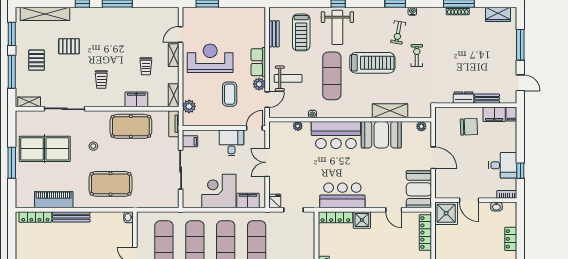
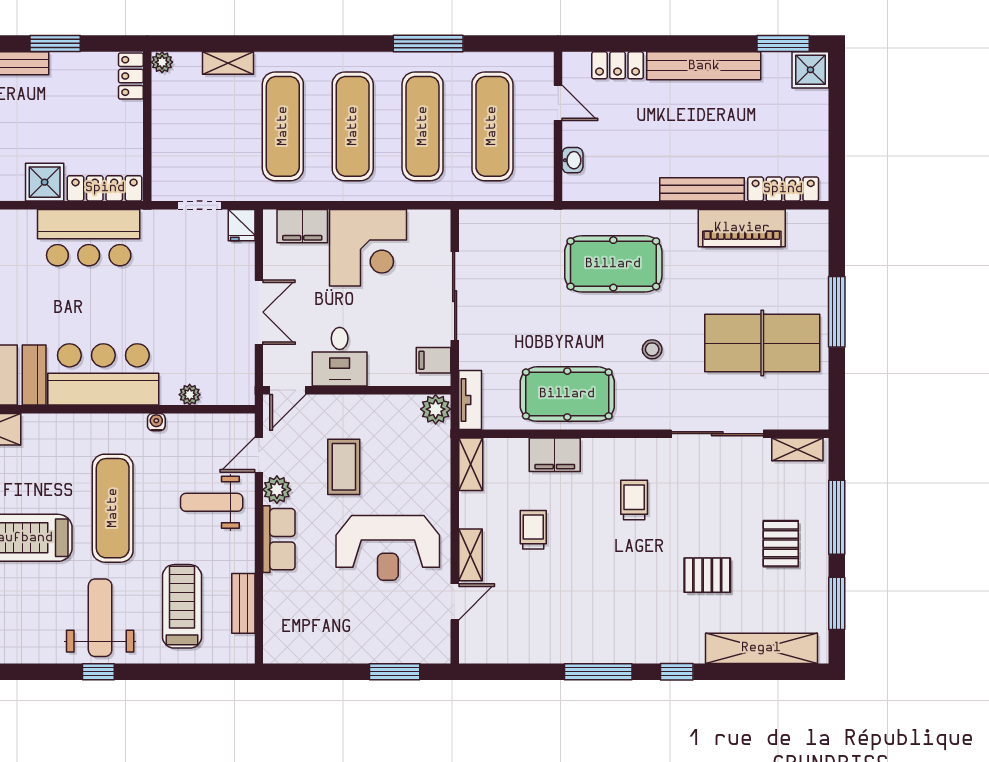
plant: (189, 106) -> (436, 409), moved
washbasin: (129, 217) -> (572, 160), moved

